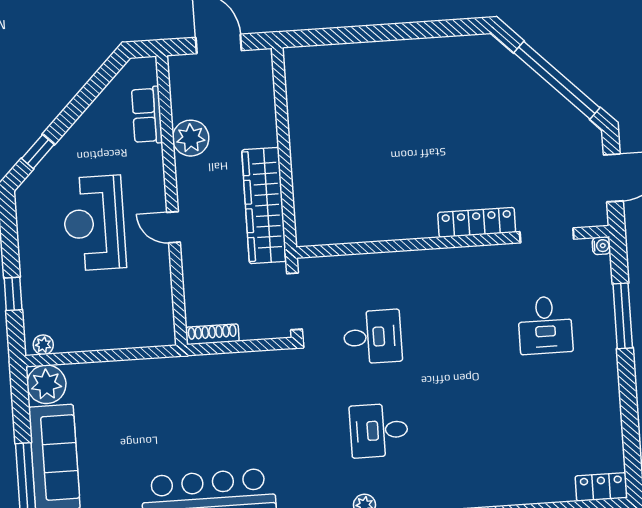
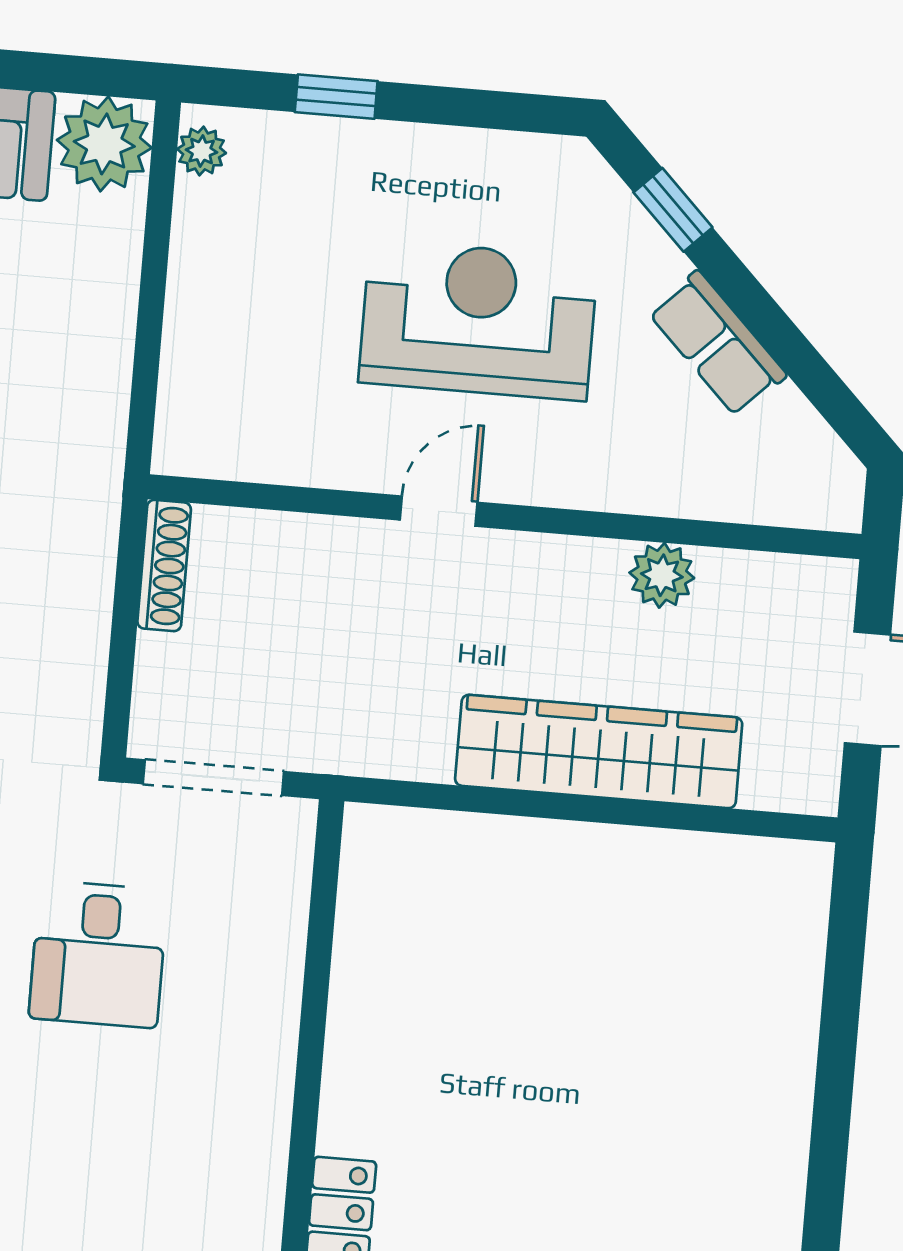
row of seats: (147, 115) -> (717, 344), moved, turned -135
plant: (191, 138) -> (662, 575), width x0.73, depth x0.73
wardrobe: (264, 206) -> (599, 752), moved

